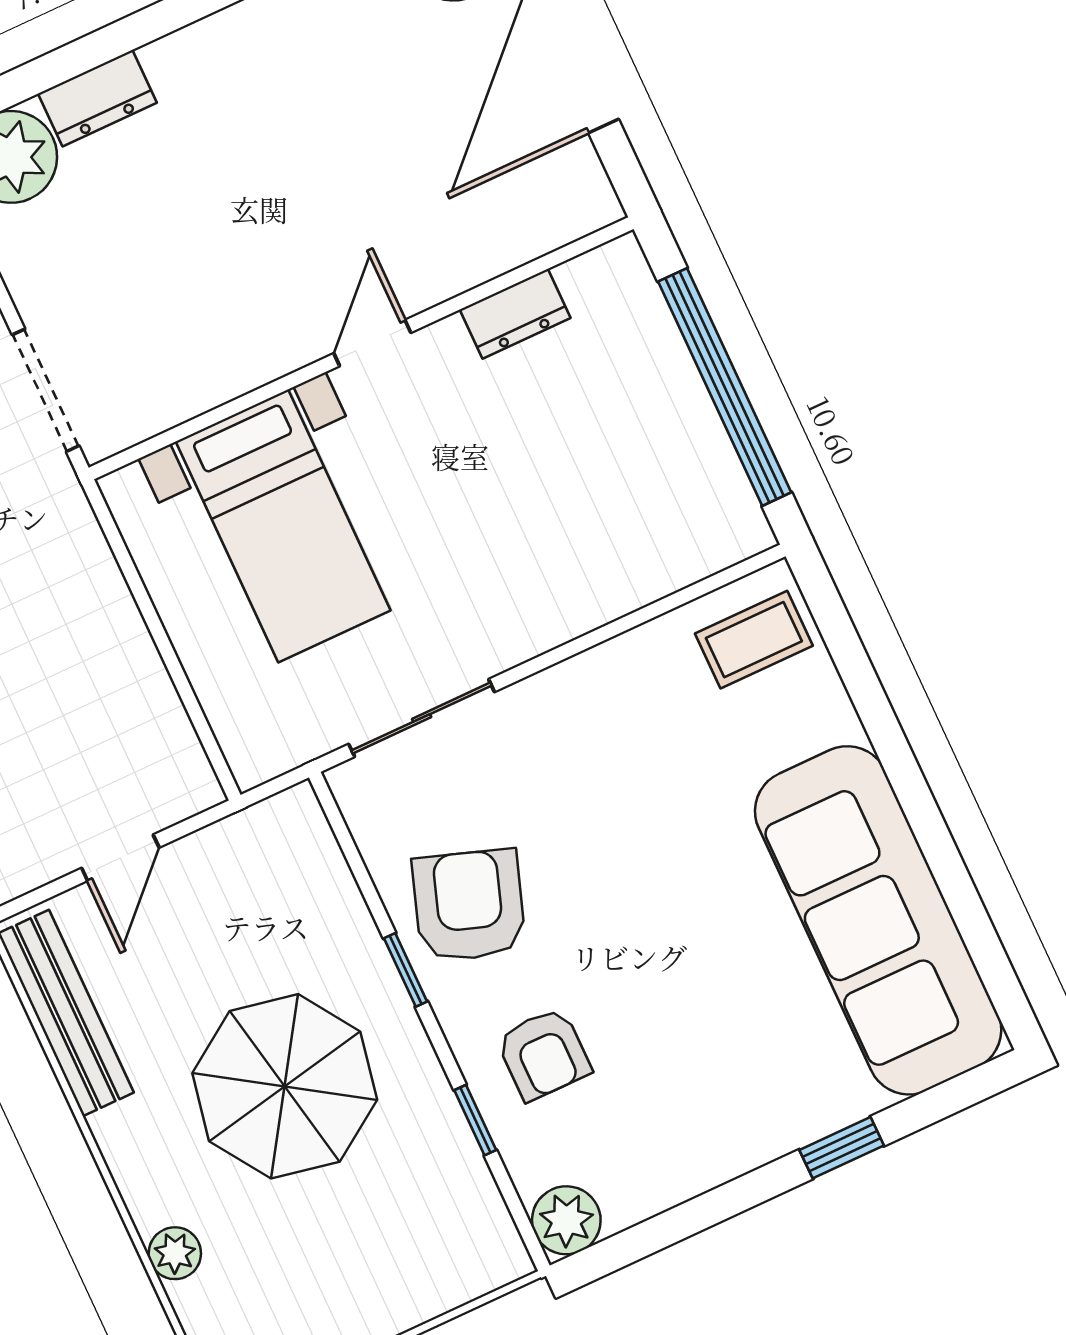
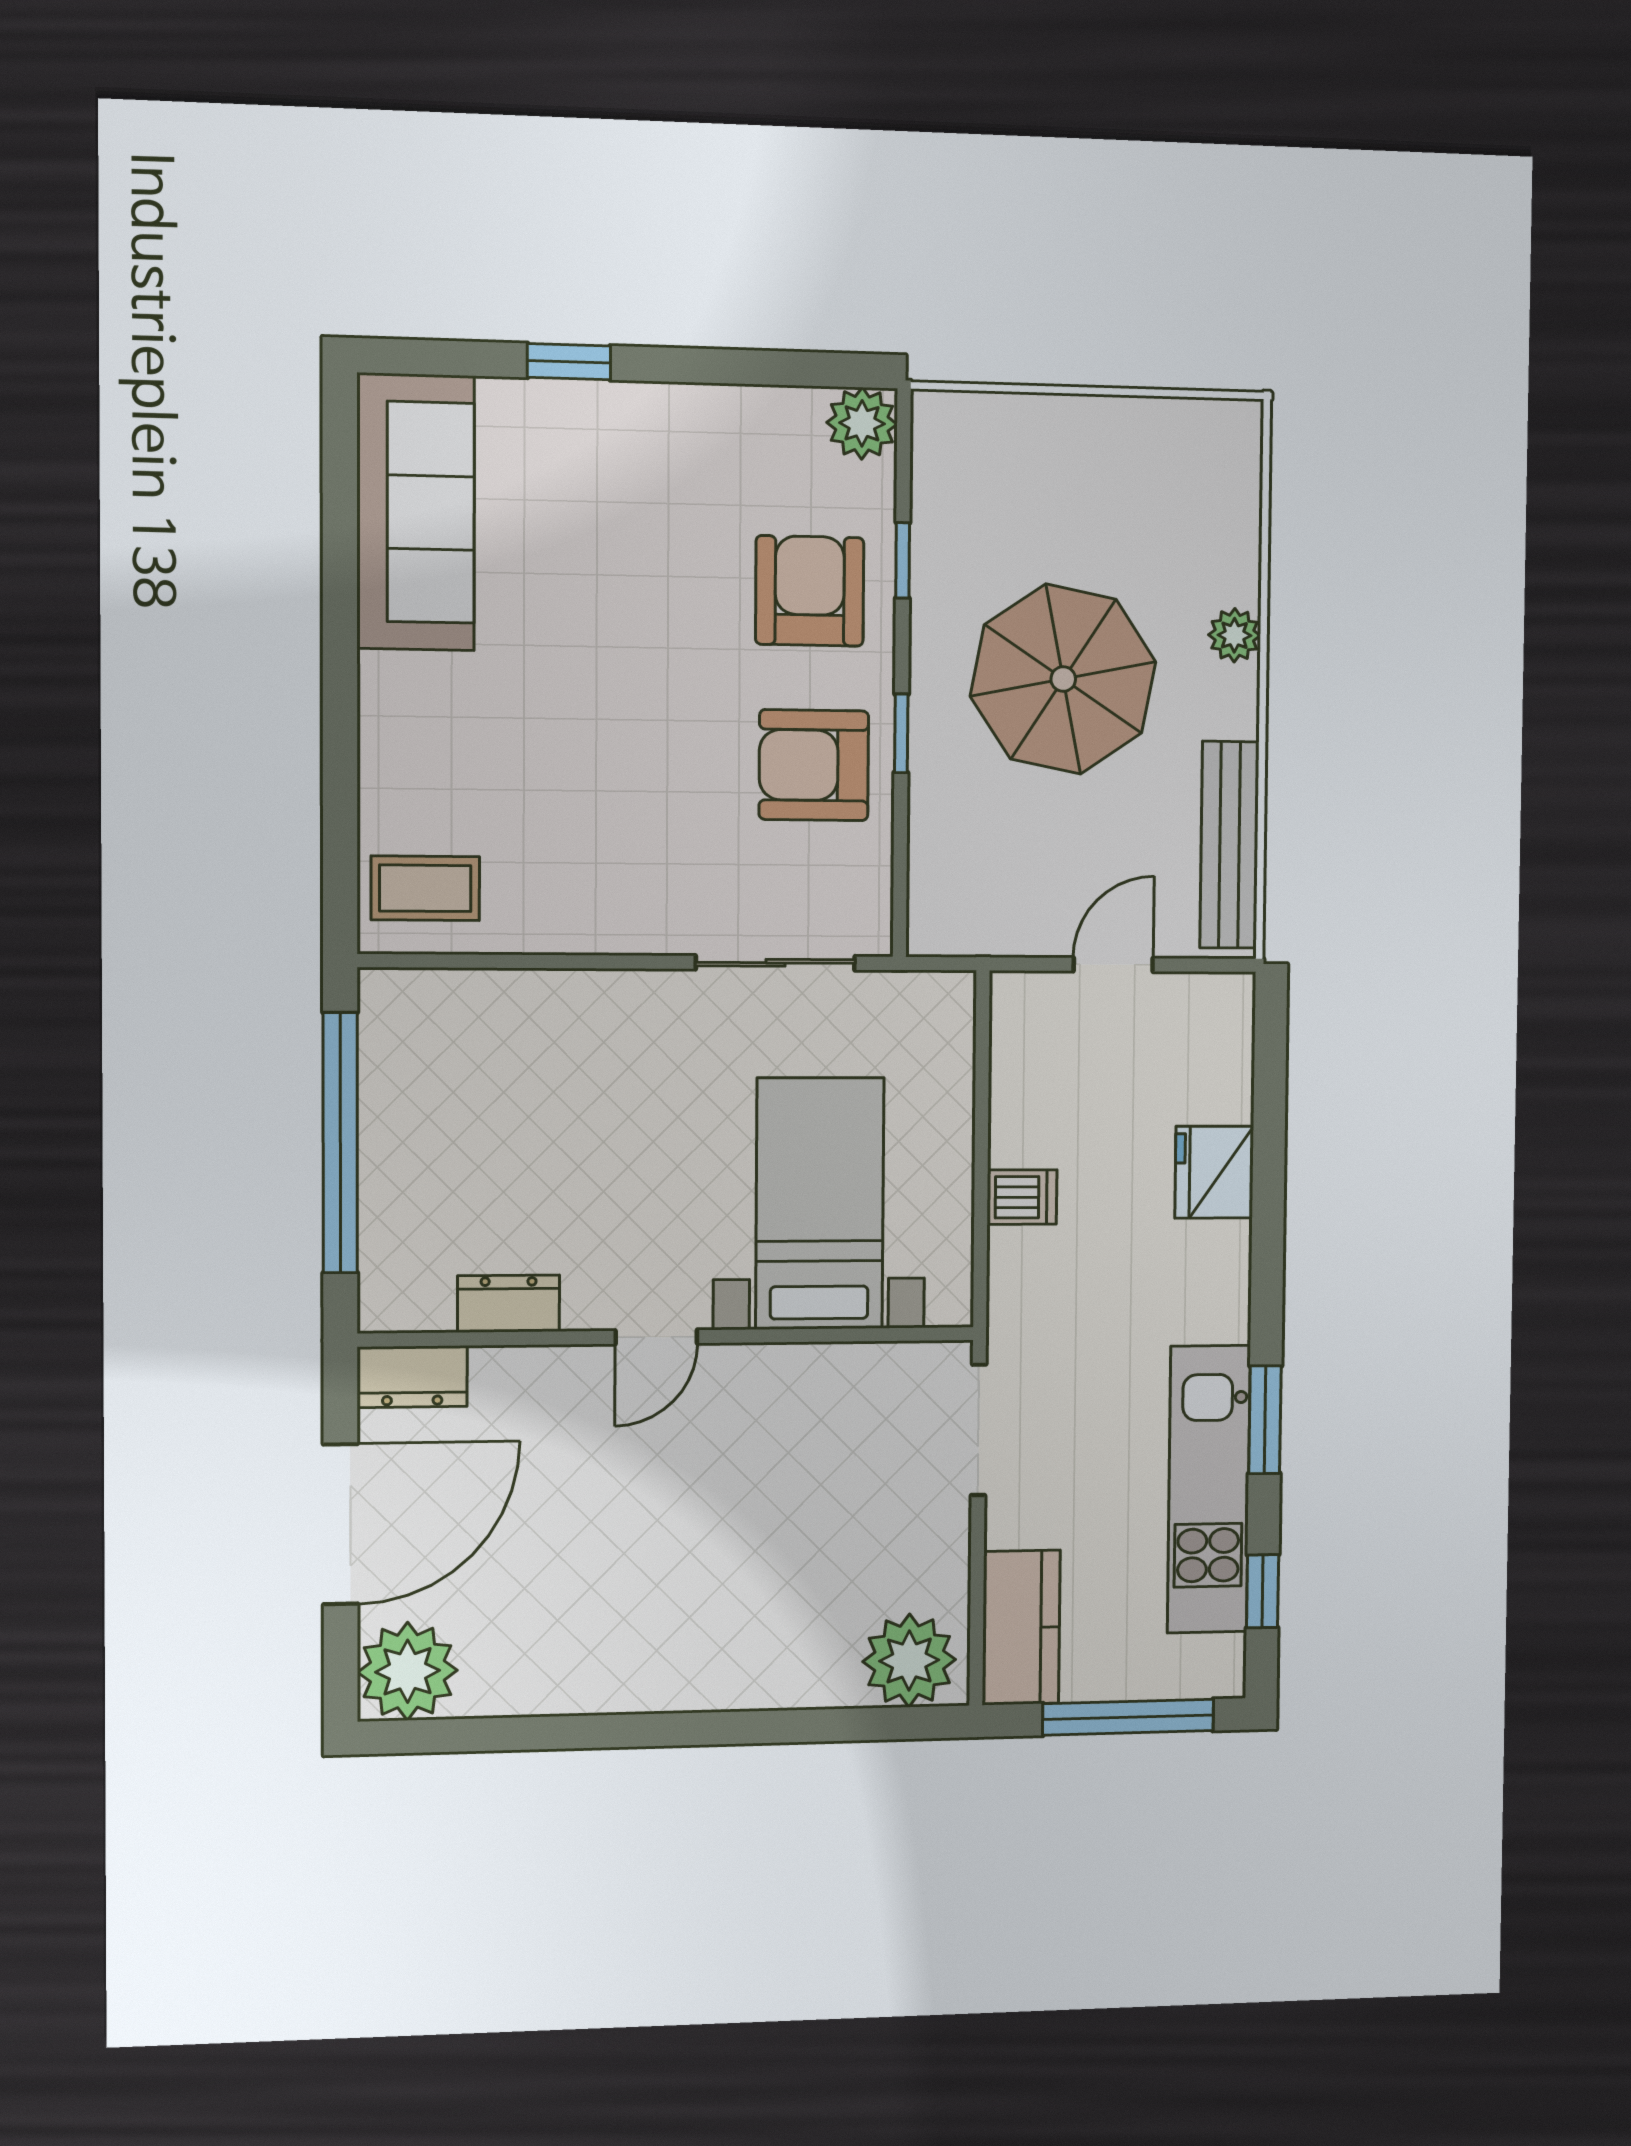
dresser: (97, 98) -> (412, 1377), moved, turned 180
dishwasher: (105, 614) -> (1022, 1197), added
armchair: (469, 905) -> (814, 765), turned 71
sofa: (878, 920) -> (416, 512), width x0.74, depth x0.79
armchair: (544, 1054) -> (810, 591), width x1.38, depth x1.38
plant: (175, 1253) -> (1234, 635), moved

